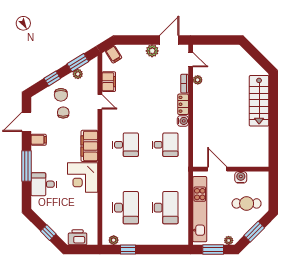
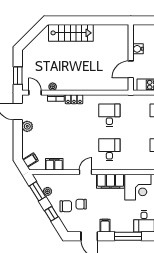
window: (210, 40) -> (18, 76), added
door: (191, 60) -> (35, 93), hinge flipped
door: (100, 102) -> (86, 172), moved
water cooler: (183, 121) -> (89, 100), removed

